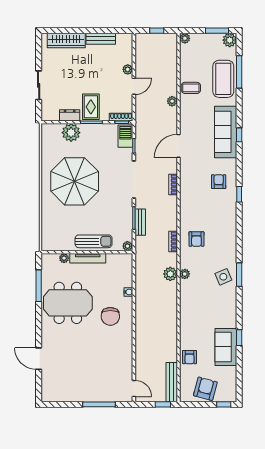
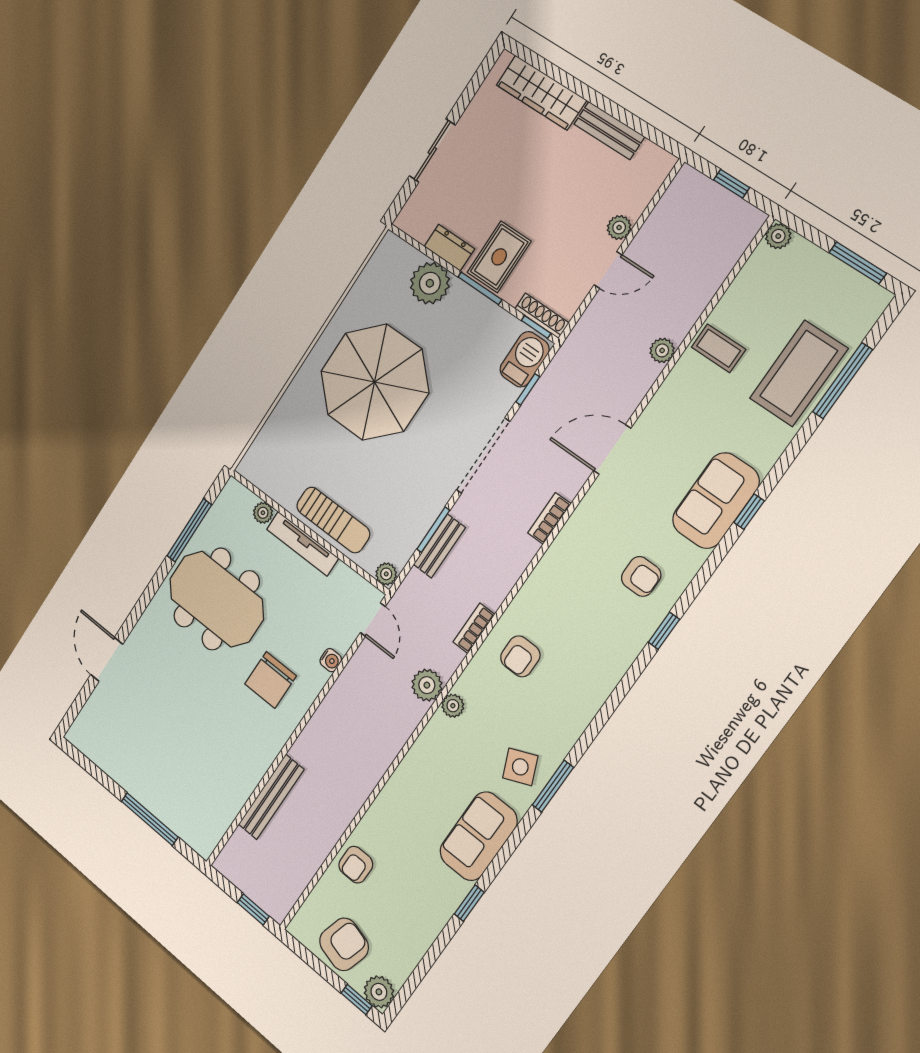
plant: (230, 40) -> (379, 992), moved
sofa: (226, 132) -> (716, 501), width x0.73
armchair: (219, 182) -> (641, 576), turned 90
sofa: (226, 347) -> (478, 836), moved
bench: (172, 382) -> (271, 797), moved
door: (134, 388) -> (373, 620), moved

